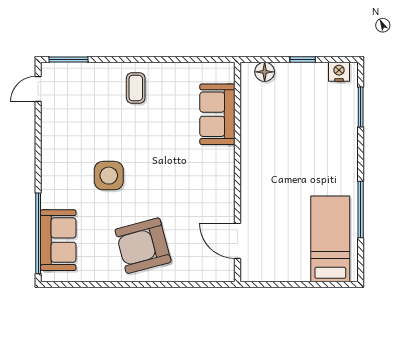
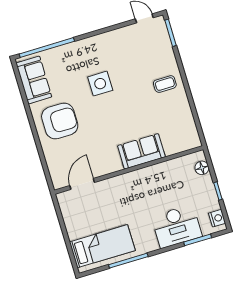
sofa: (217, 114) -> (141, 151), moved
desk: (334, 130) -> (177, 226), added
sofa: (58, 240) -> (34, 80), moved, turned -90
armchair: (143, 246) -> (60, 121), turned 105

